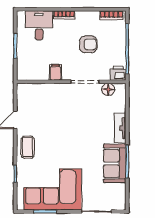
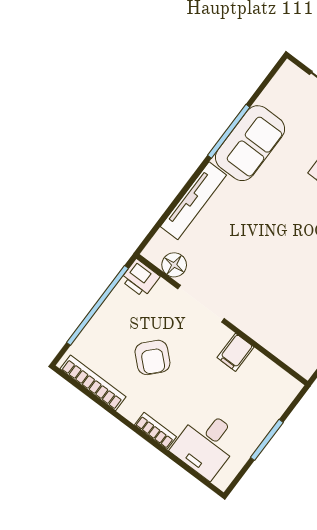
bookcase: (111, 15) -> (93, 383), width x1.56
armchair: (88, 44) -> (152, 357), turned -137
tv unit: (120, 128) -> (193, 201), width x1.41

